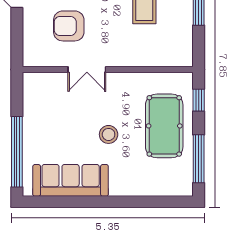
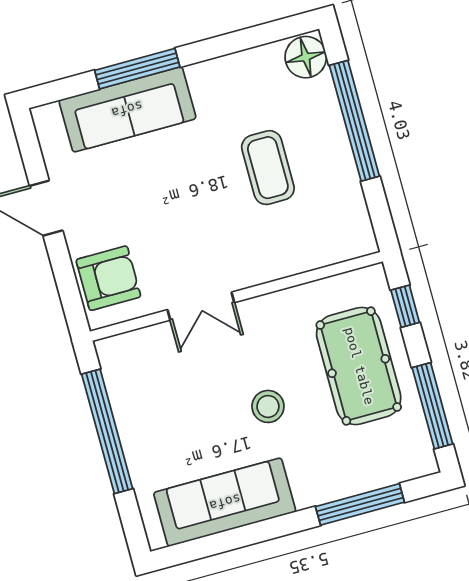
armchair: (69, 26) -> (108, 278), moved, turned 180
window: (17, 152) -> (107, 431), moved
window: (144, 202) -> (360, 504), added

